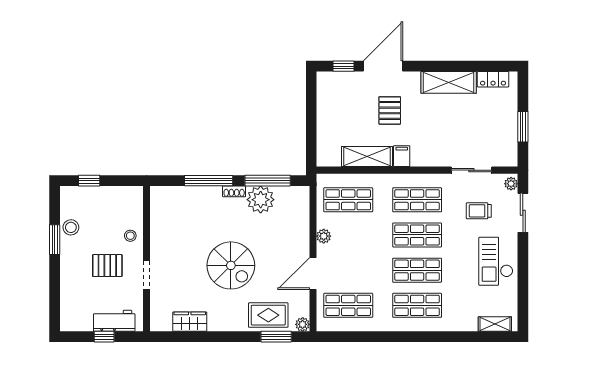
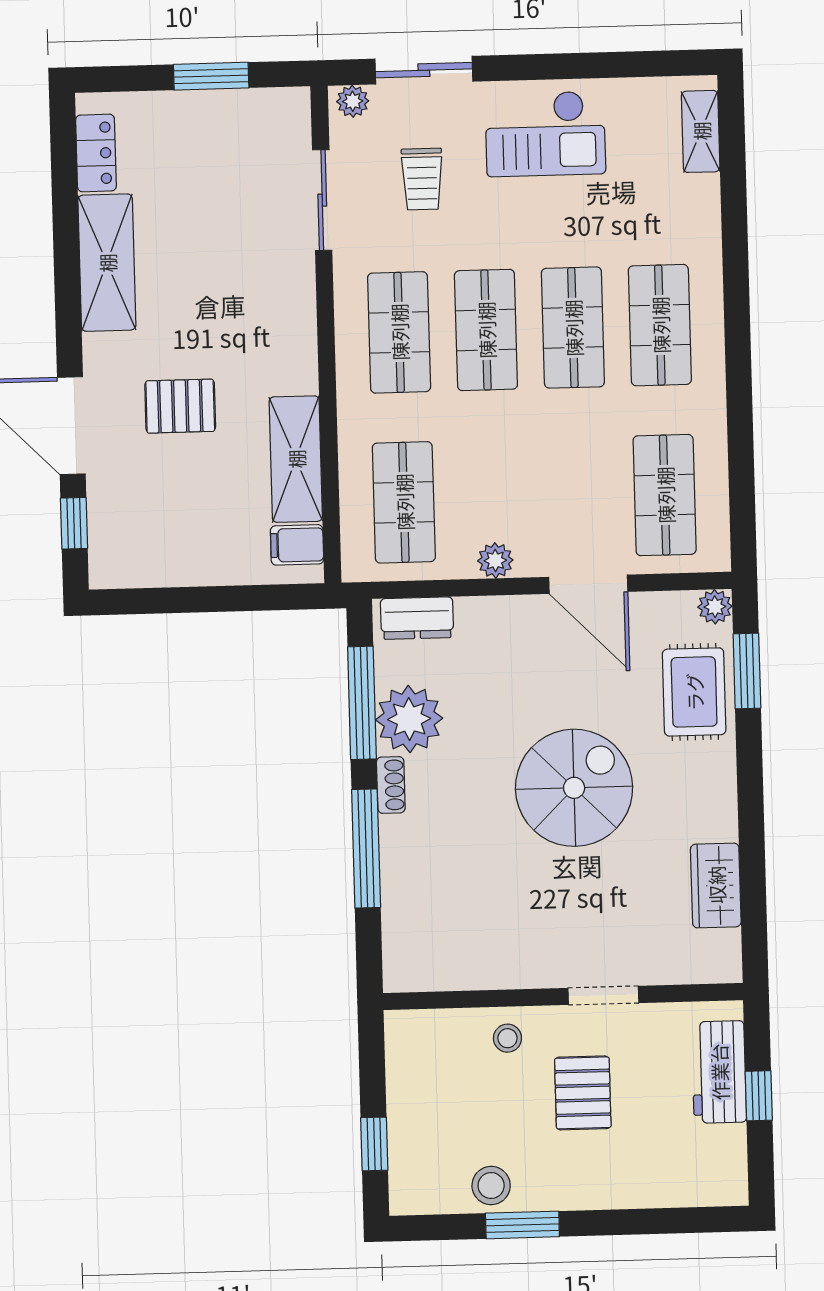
filing cabinet: (402, 156) -> (297, 545), moved
dresser: (301, 204) -> (417, 618), added

